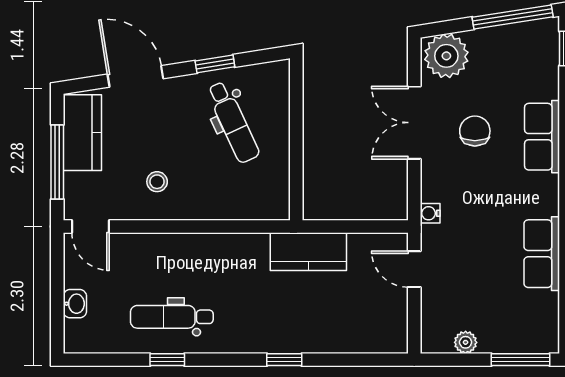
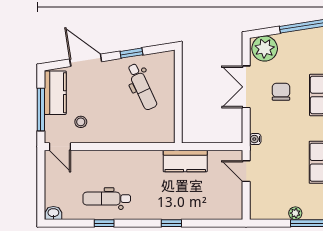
stool: (157, 182) -> (81, 122), moved
washbasin: (75, 304) -> (53, 213), moved, turned -90
plant: (466, 342) -> (295, 213), moved

